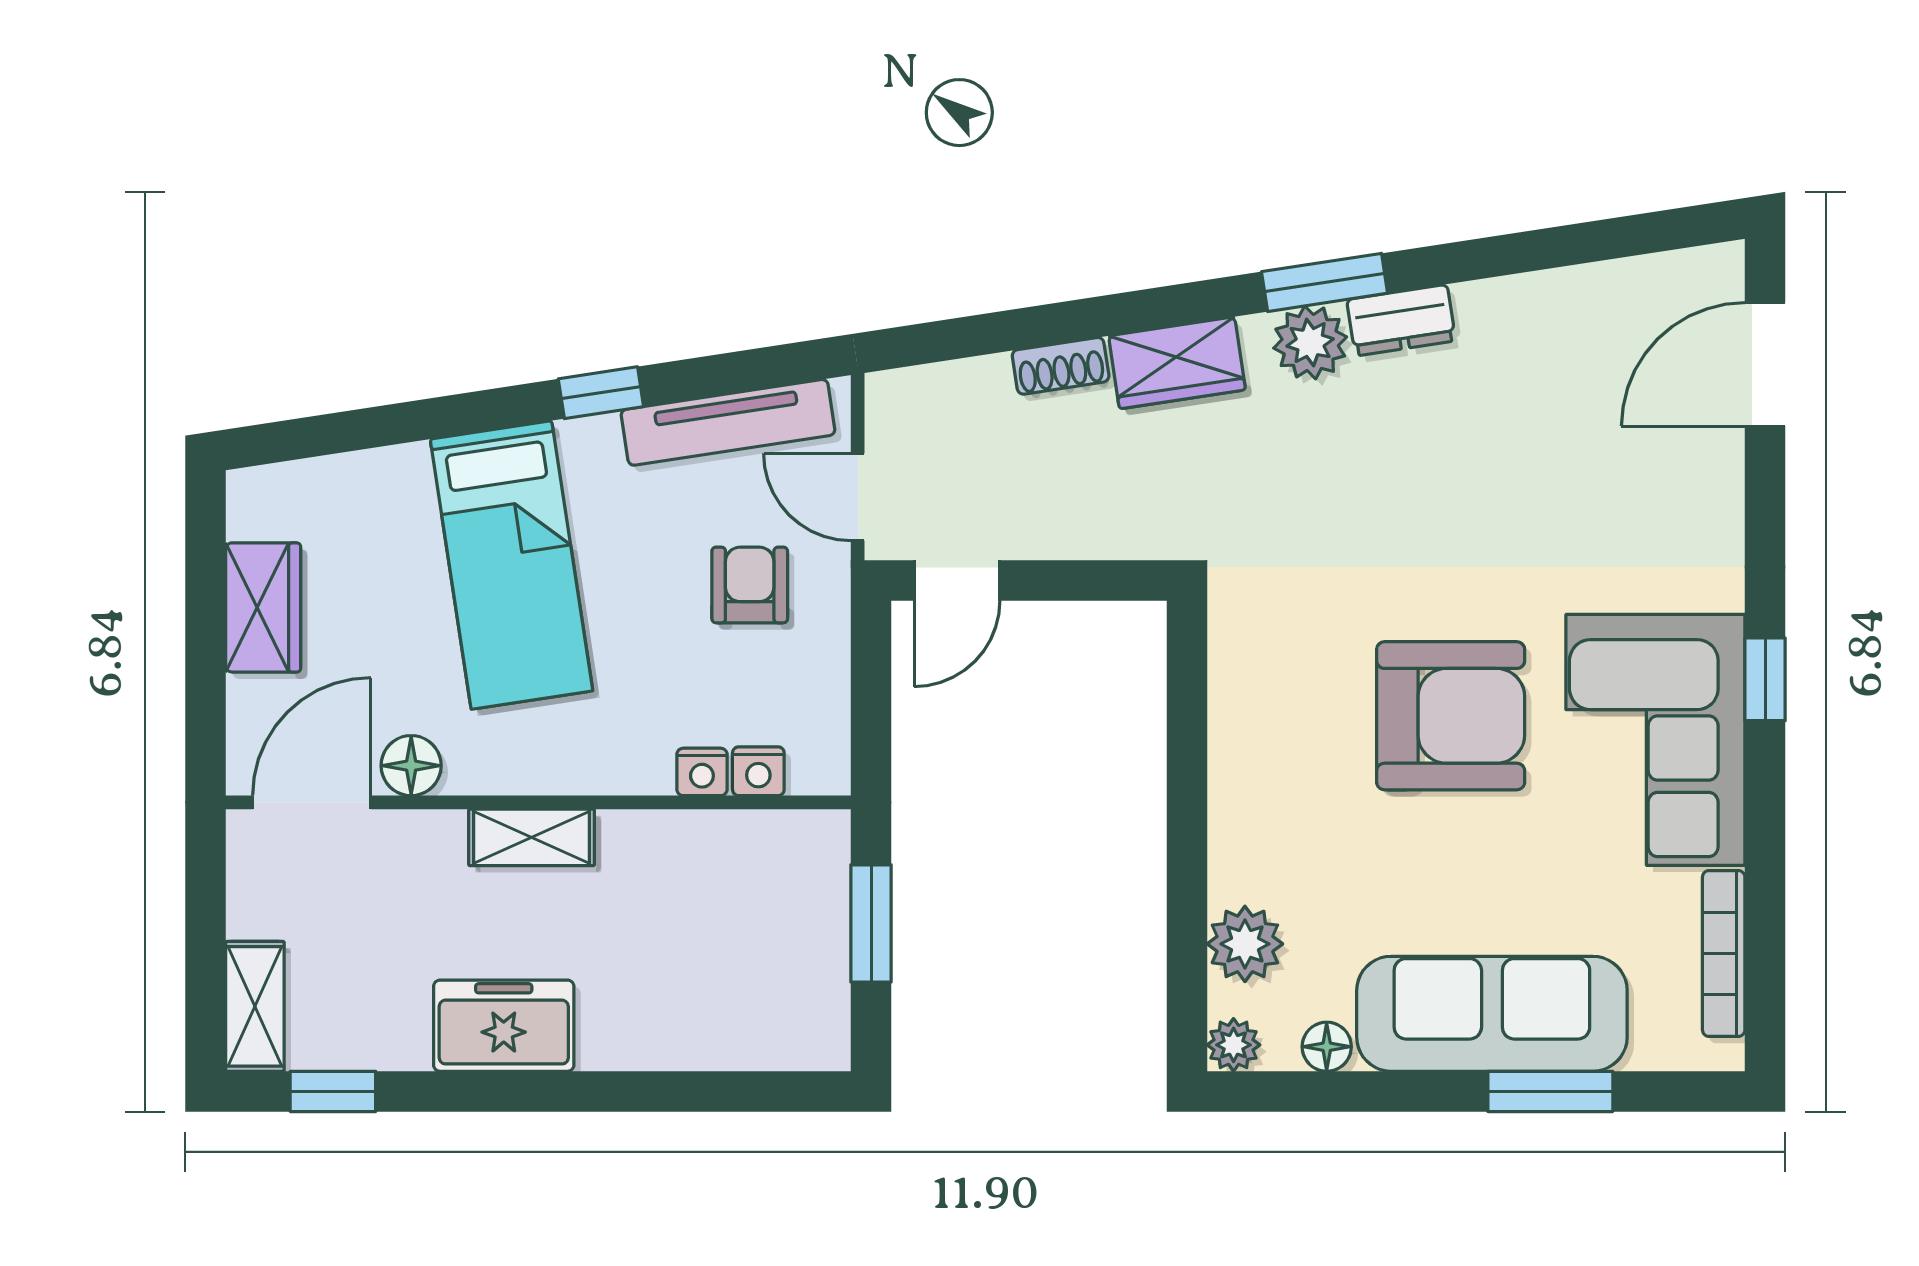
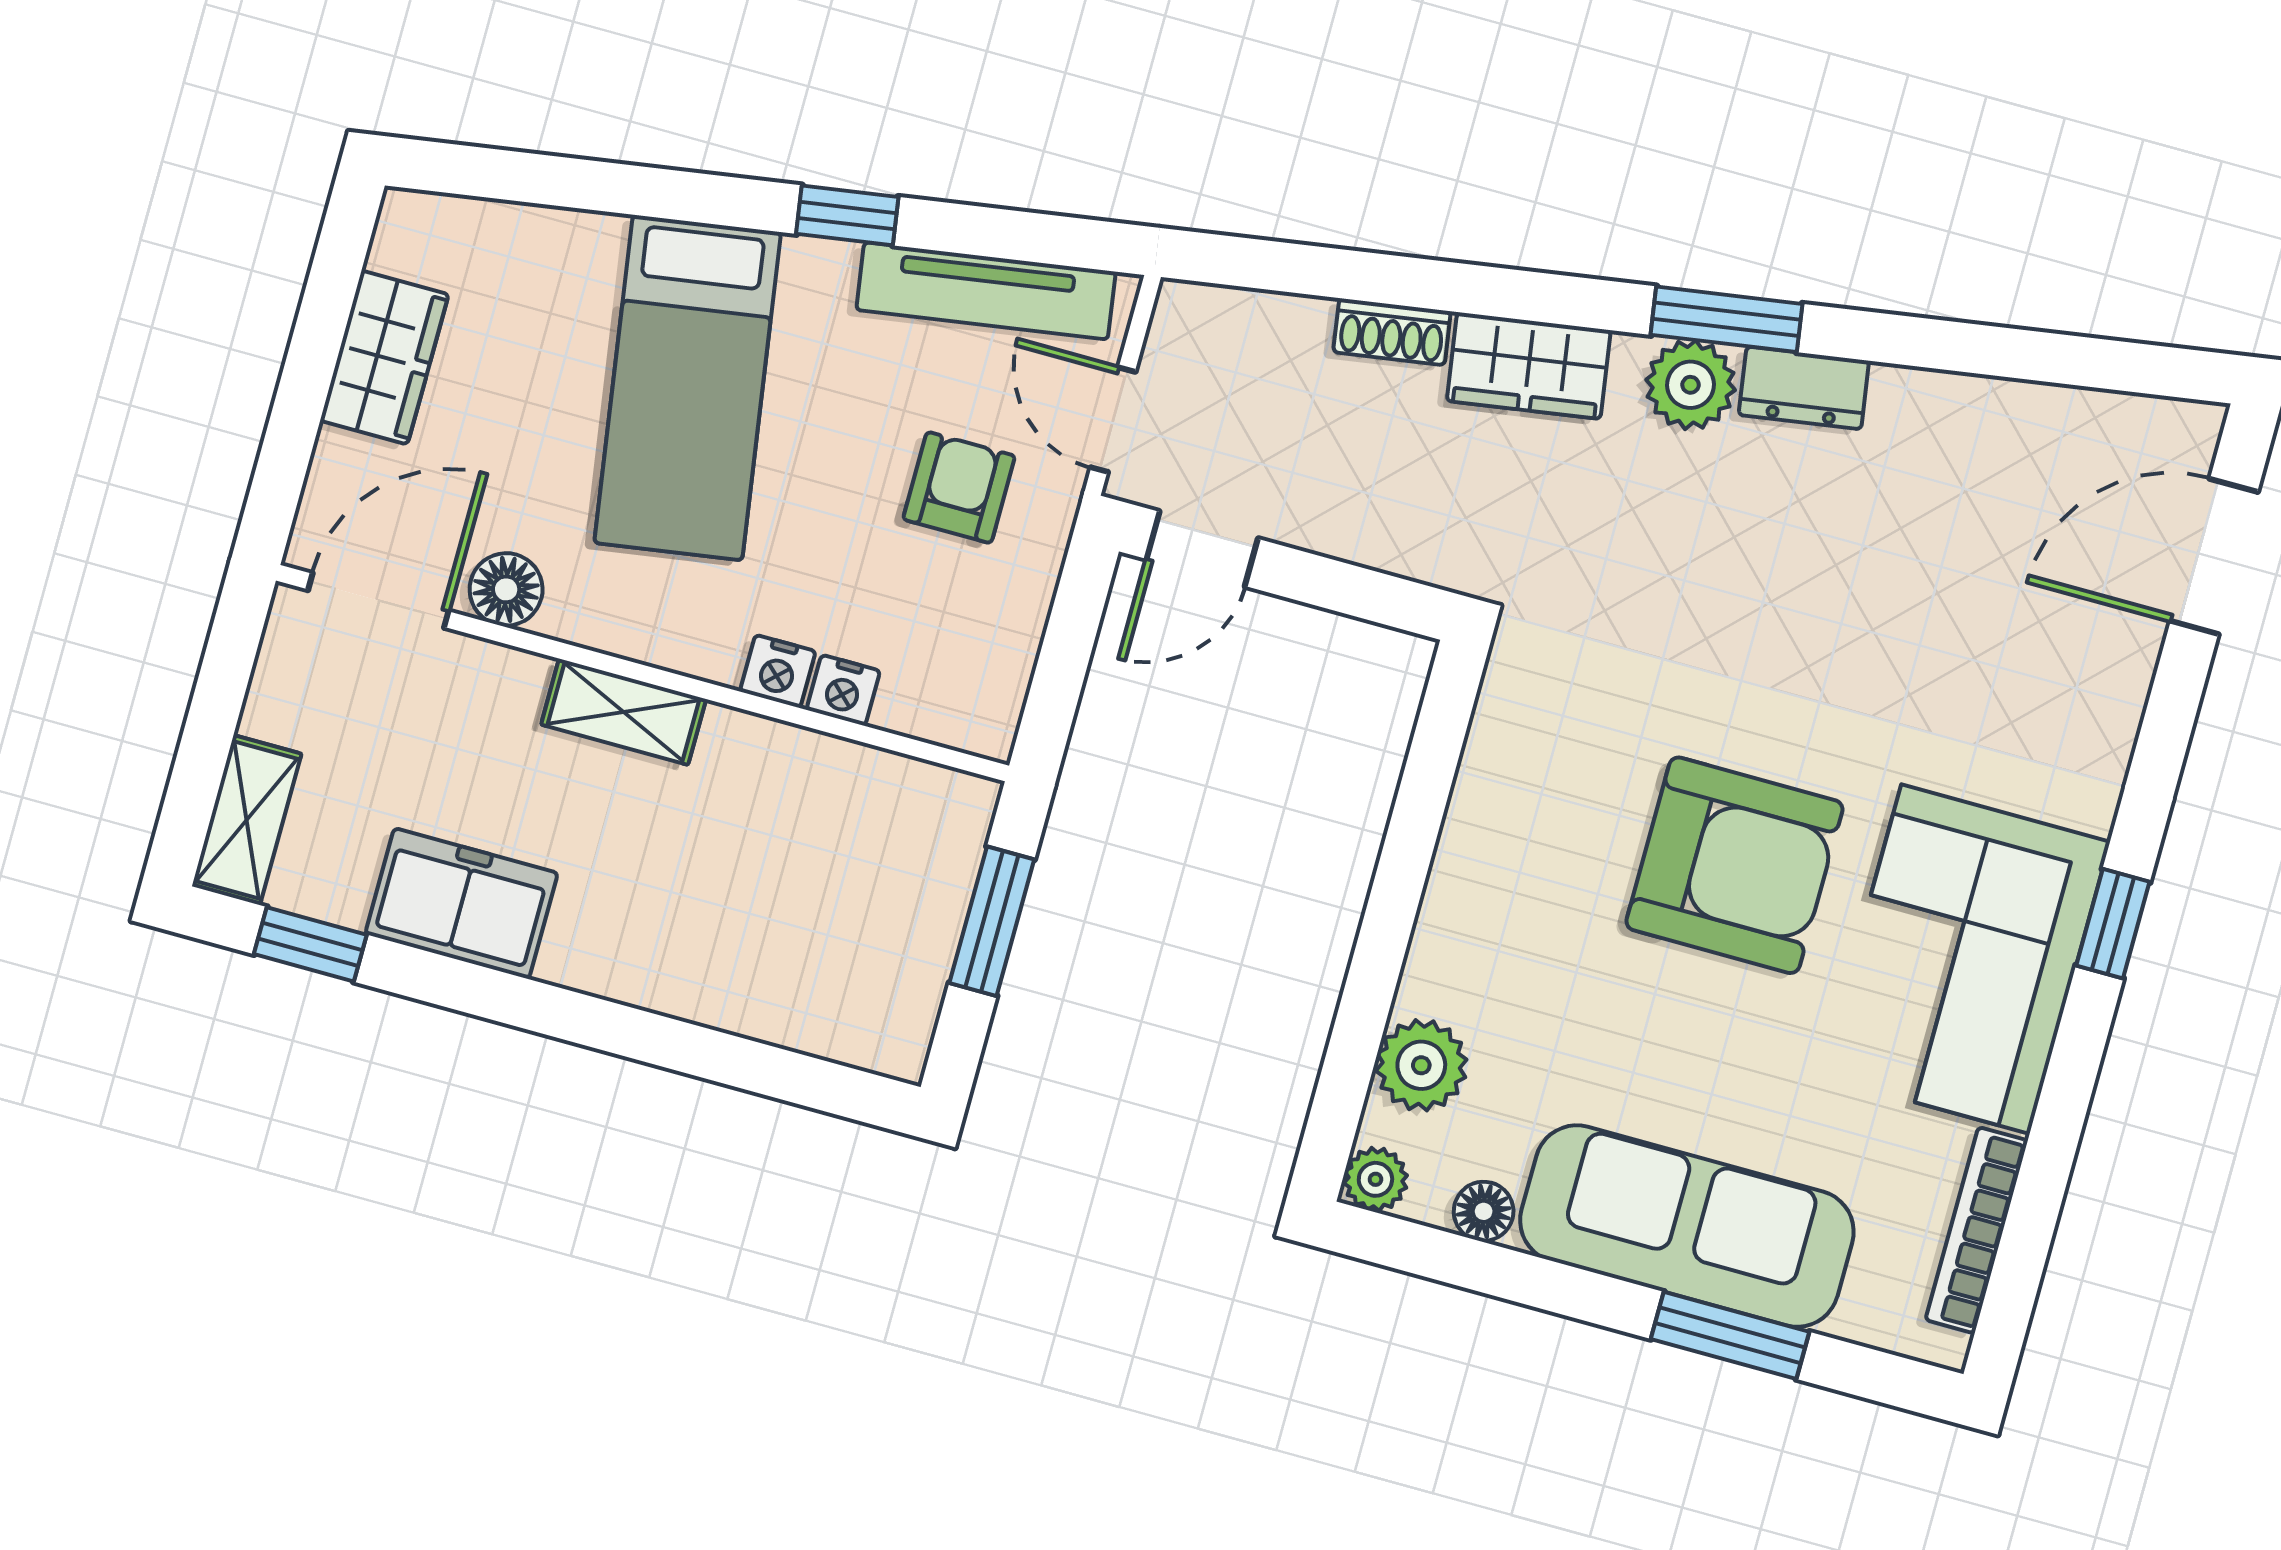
nightstand: (758, 771) -> (778, 671), moved
freezer: (504, 1026) -> (461, 903), moved

